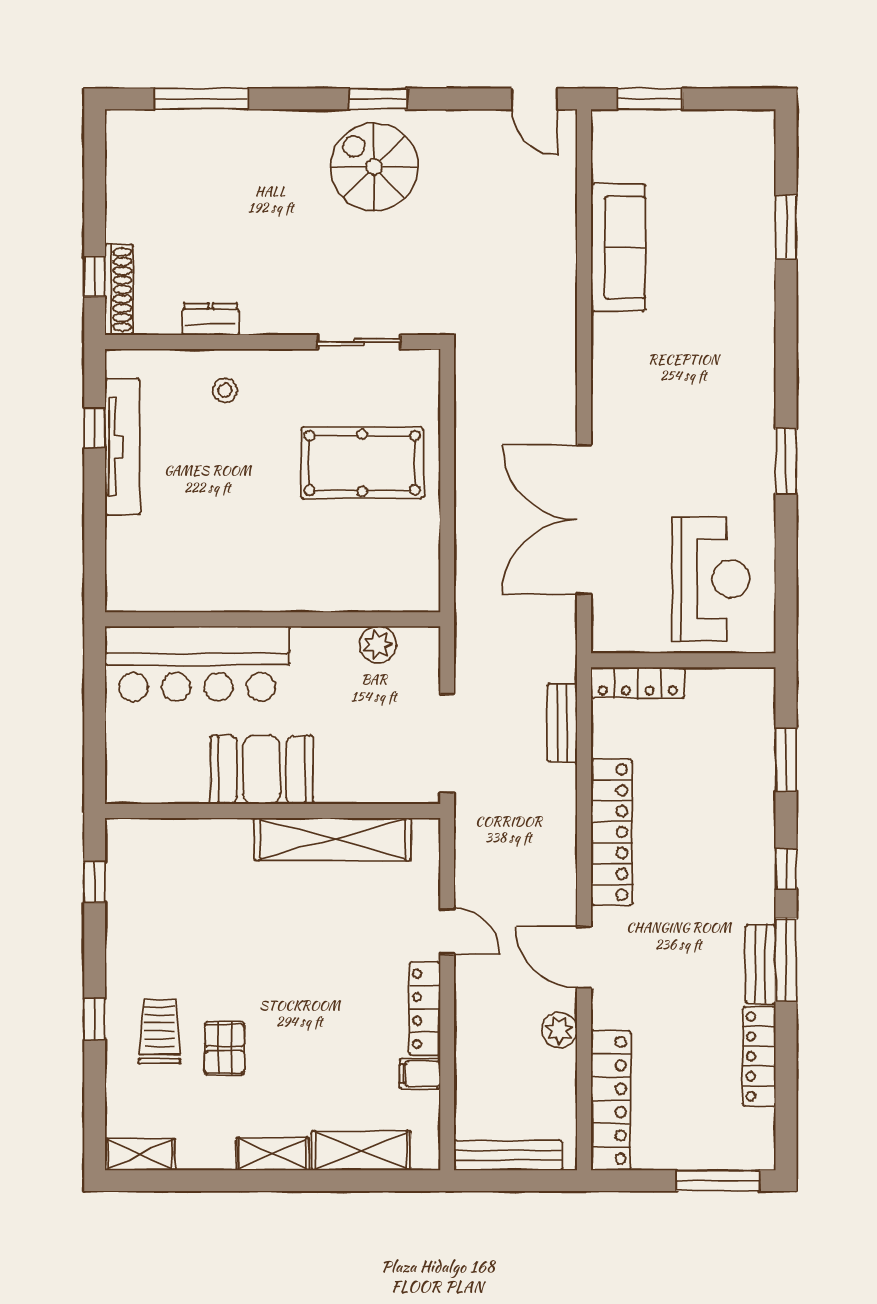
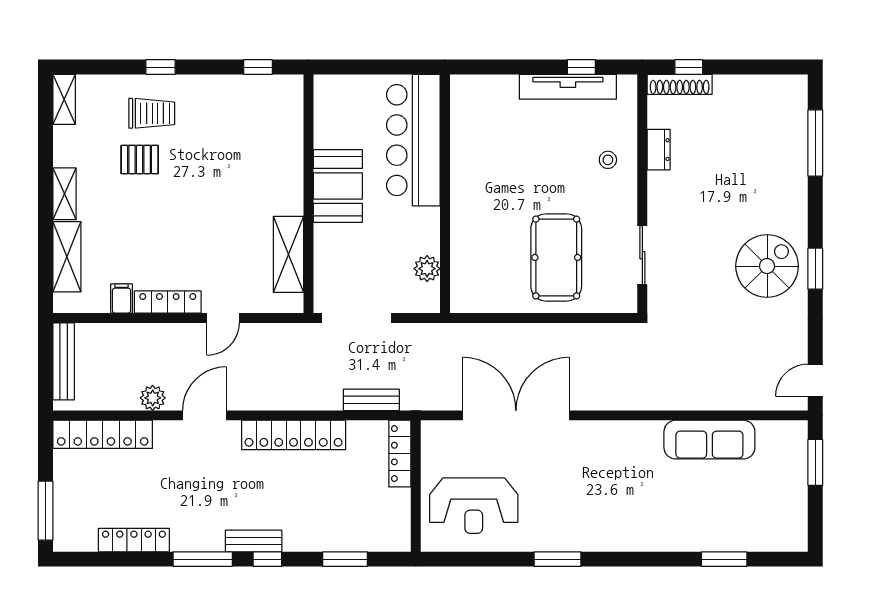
shelving: (333, 839) -> (289, 254), width x0.68
bench: (761, 964) -> (254, 541), moved

